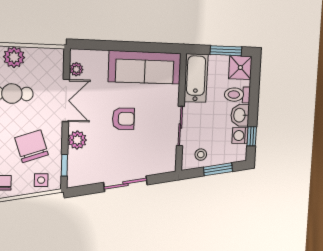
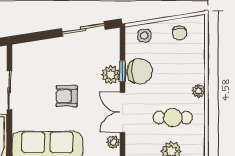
chair: (32, 146) -> (140, 71), moved, turned -72
window: (64, 165) -> (122, 71), moved
sliding door: (126, 184) -> (83, 29), moved

